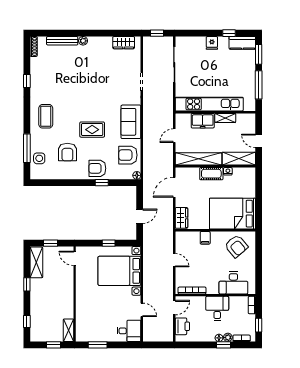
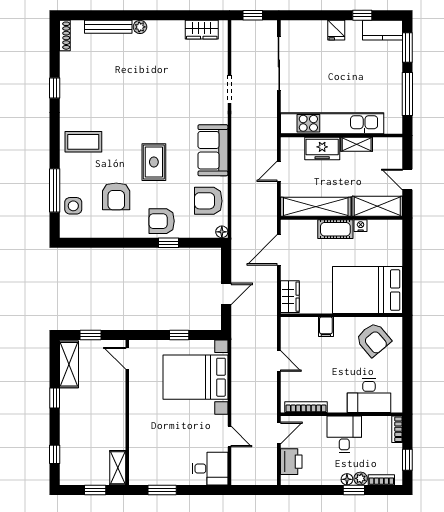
coffee table: (46, 116) -> (83, 142), turned 90
rug: (92, 130) -> (154, 162), turned 90

